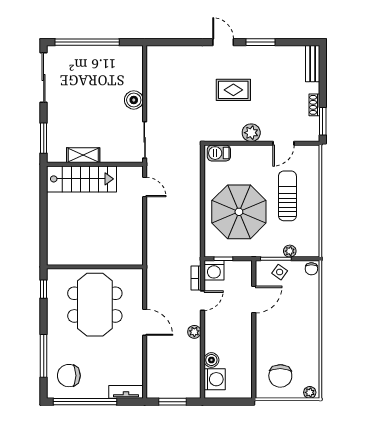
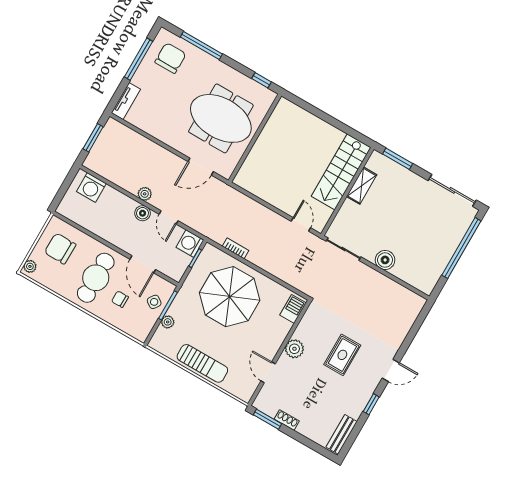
window: (260, 42) -> (371, 404), width x0.67
bench: (313, 64) -> (342, 434), moved, turned 90
door: (145, 187) -> (301, 224), swing flipped
sun lounger: (287, 196) -> (202, 363), moved
chair: (311, 269) -> (120, 299), moved
bookcase: (196, 278) -> (236, 248), moved
door: (145, 322) -> (201, 167), moved
cafe table: (288, 332) -> (96, 278), added
boiler: (211, 360) -> (143, 213), moved
window: (85, 402) -> (139, 59), width x0.68

